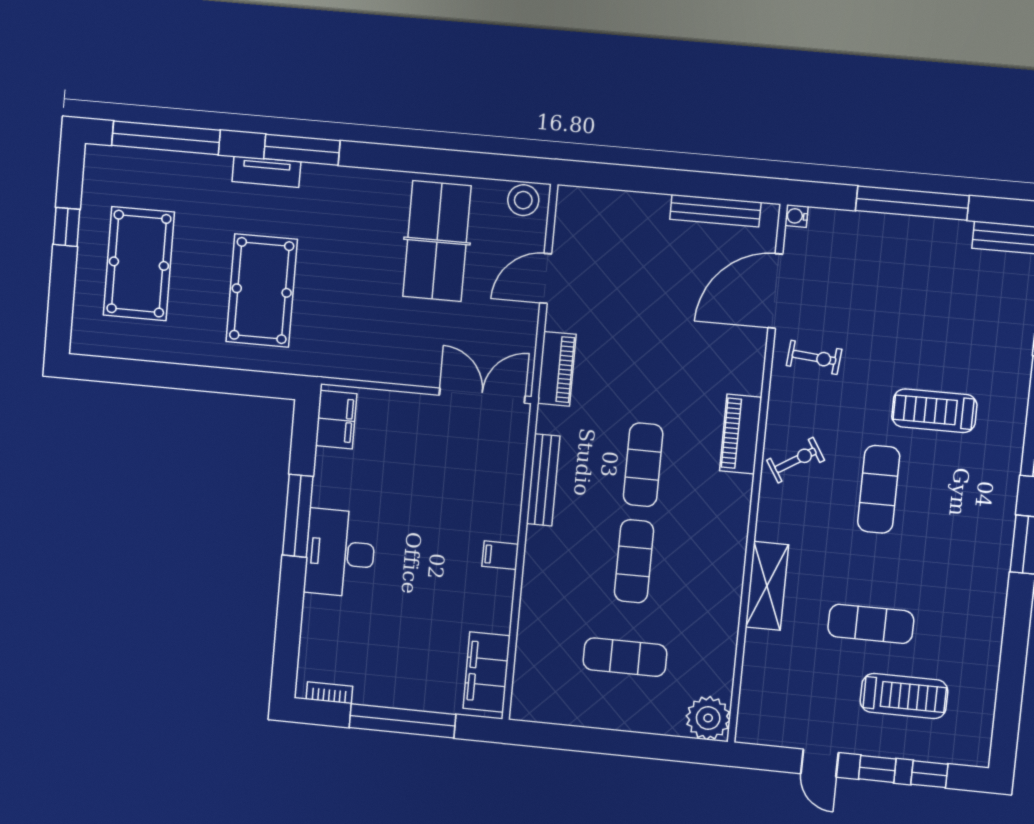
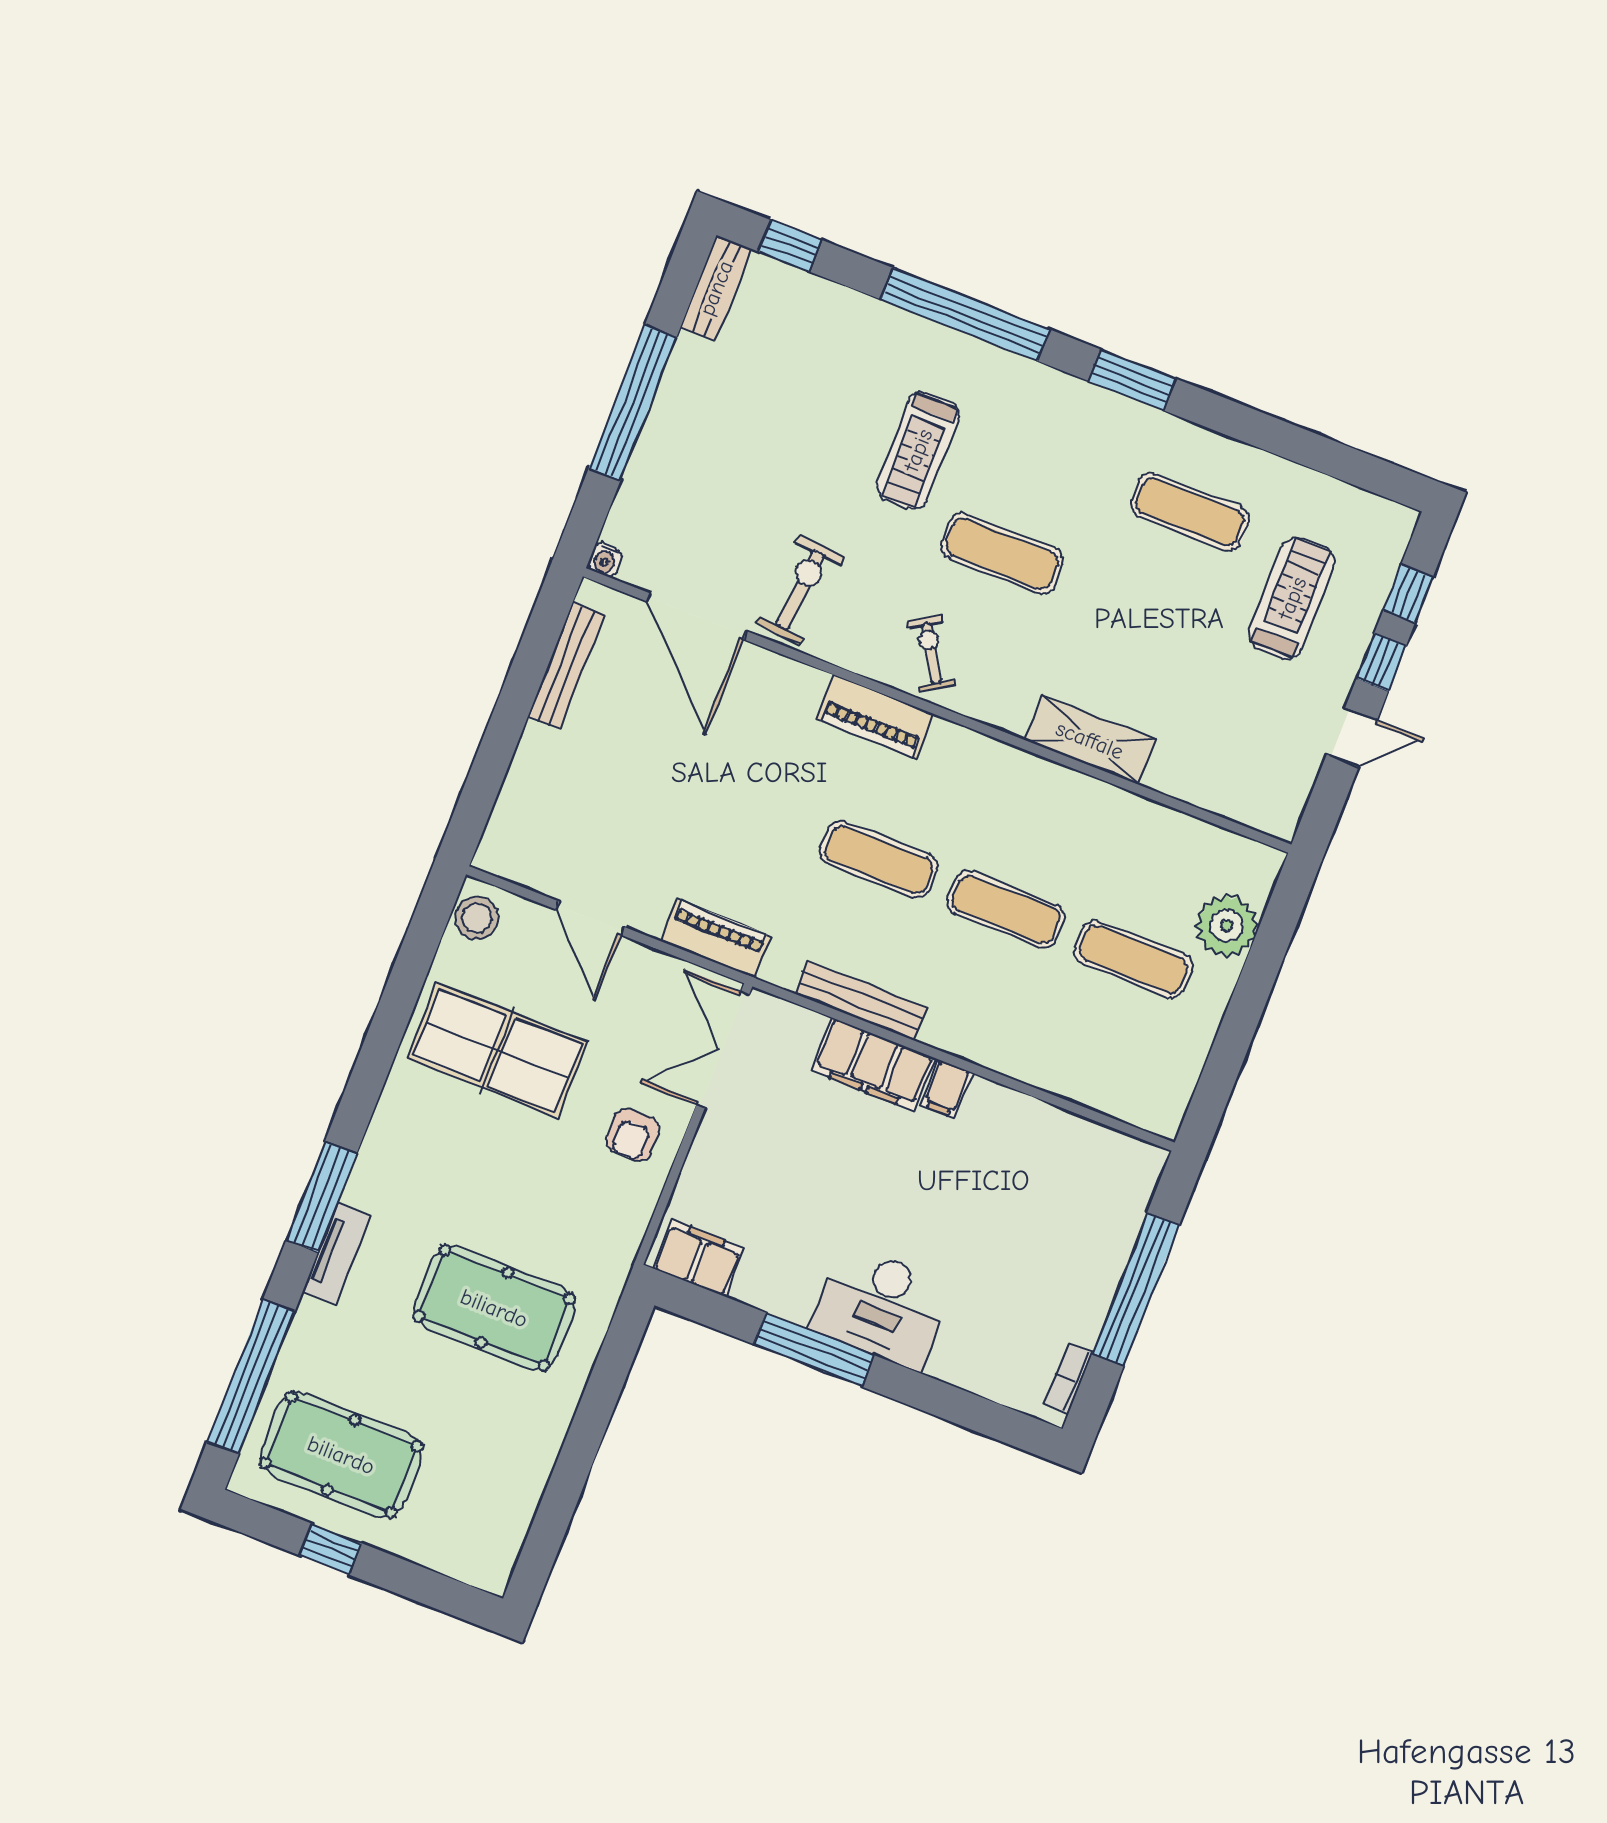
pool table: (139, 264) -> (341, 1455), moved
armchair: (406, 351) -> (633, 1135), added
exercise bike: (814, 357) -> (800, 590), width x1.38, depth x1.39
exercise mat: (871, 624) -> (1190, 512), moved, turned 90
exercise mat: (625, 657) -> (1133, 959), turned 90
filing cabinet: (487, 672) -> (873, 1064), moved
plant: (708, 718) -> (1226, 926), moved

